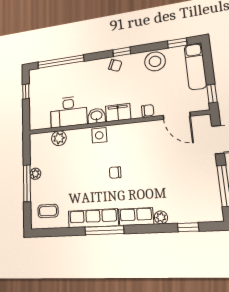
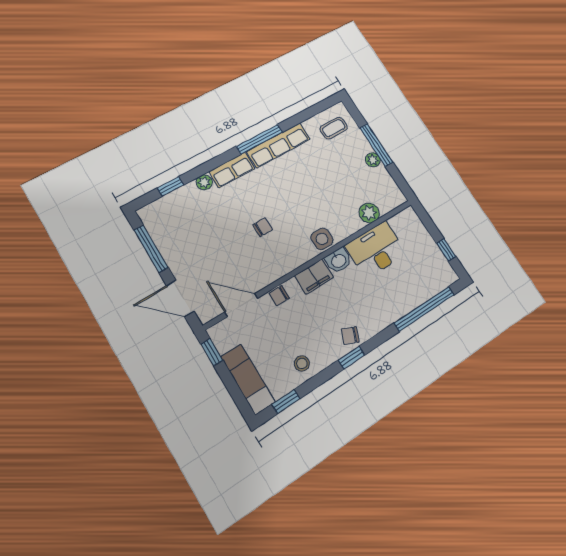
stool: (155, 61) -> (302, 363), width x0.53, depth x0.53
chair: (115, 172) -> (263, 227), moved

